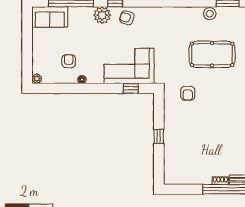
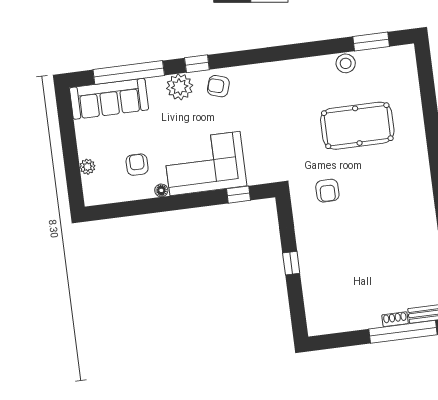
sofa: (50, 17) -> (109, 99), width x1.36
corner sofa: (129, 66) -> (205, 163), moved
plant: (37, 79) -> (87, 167), moved

